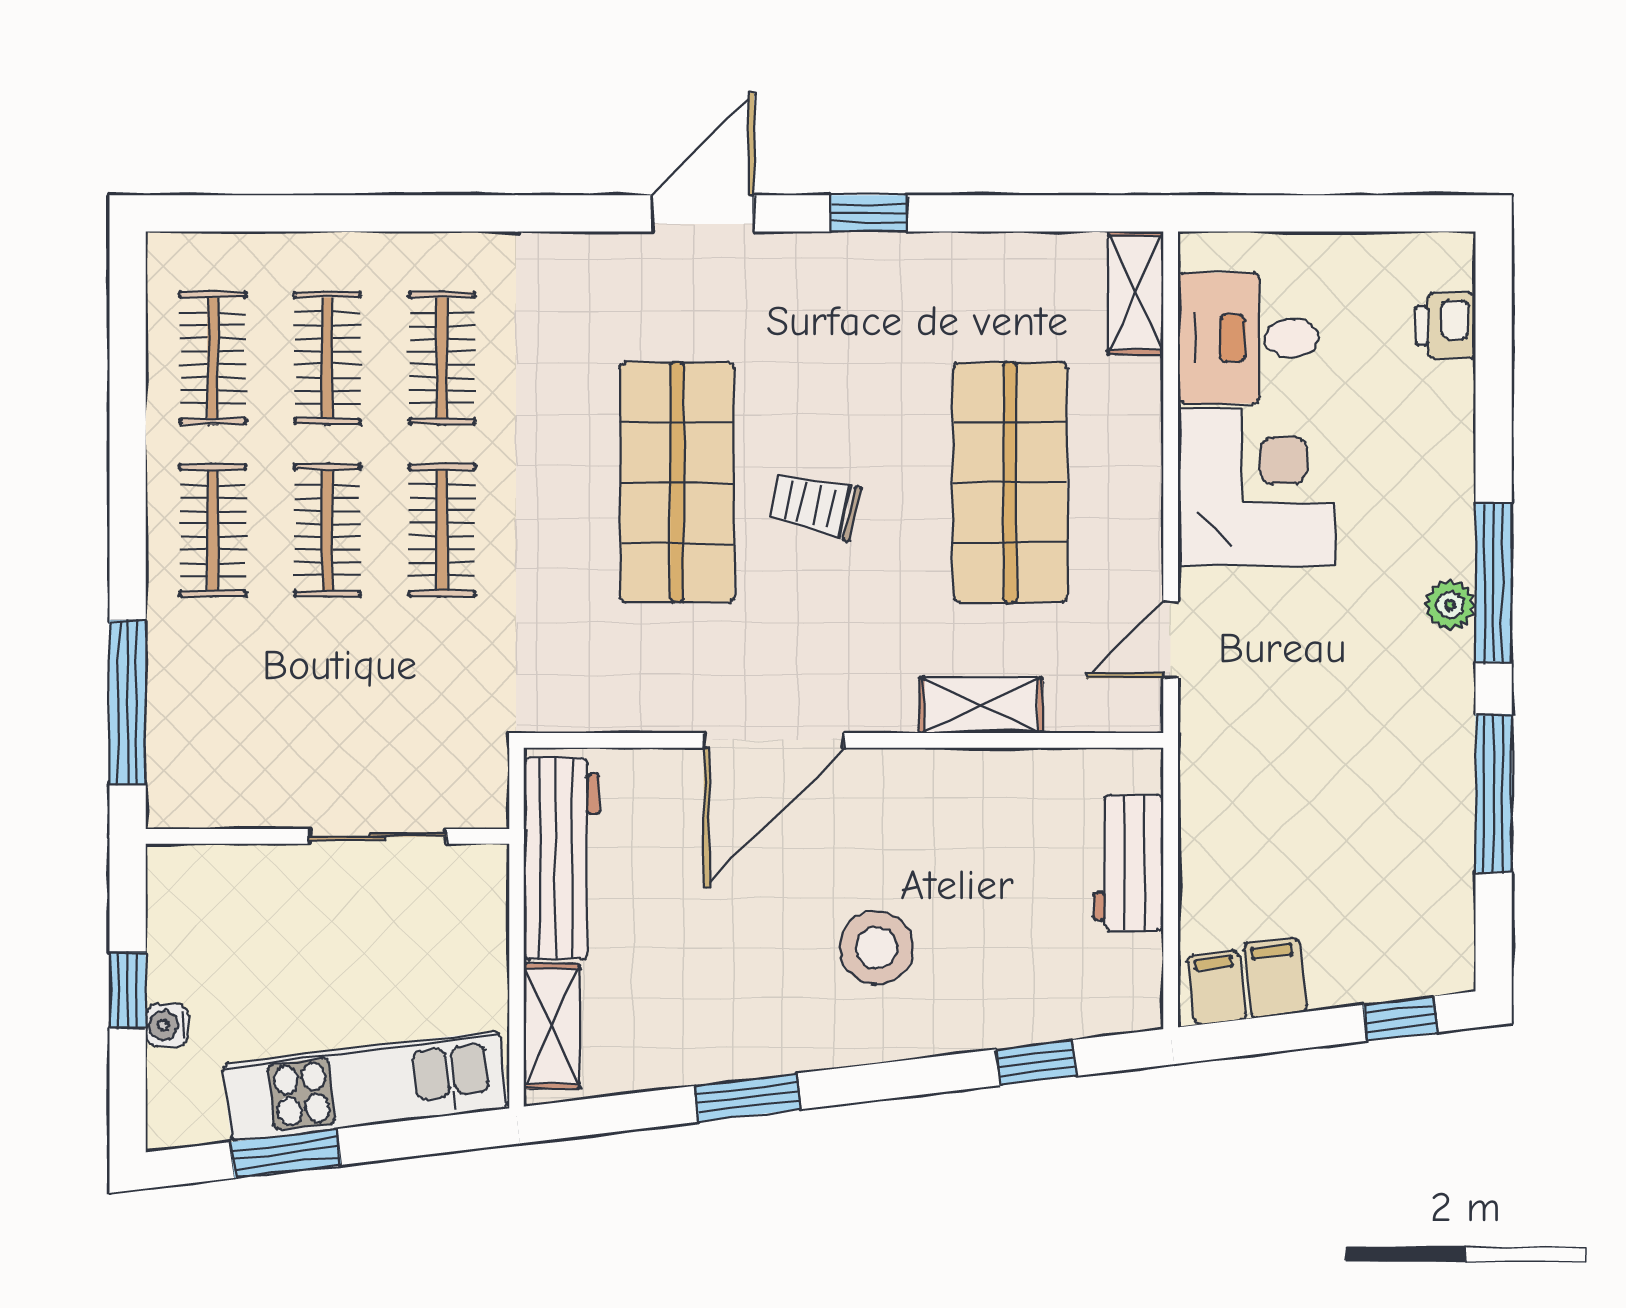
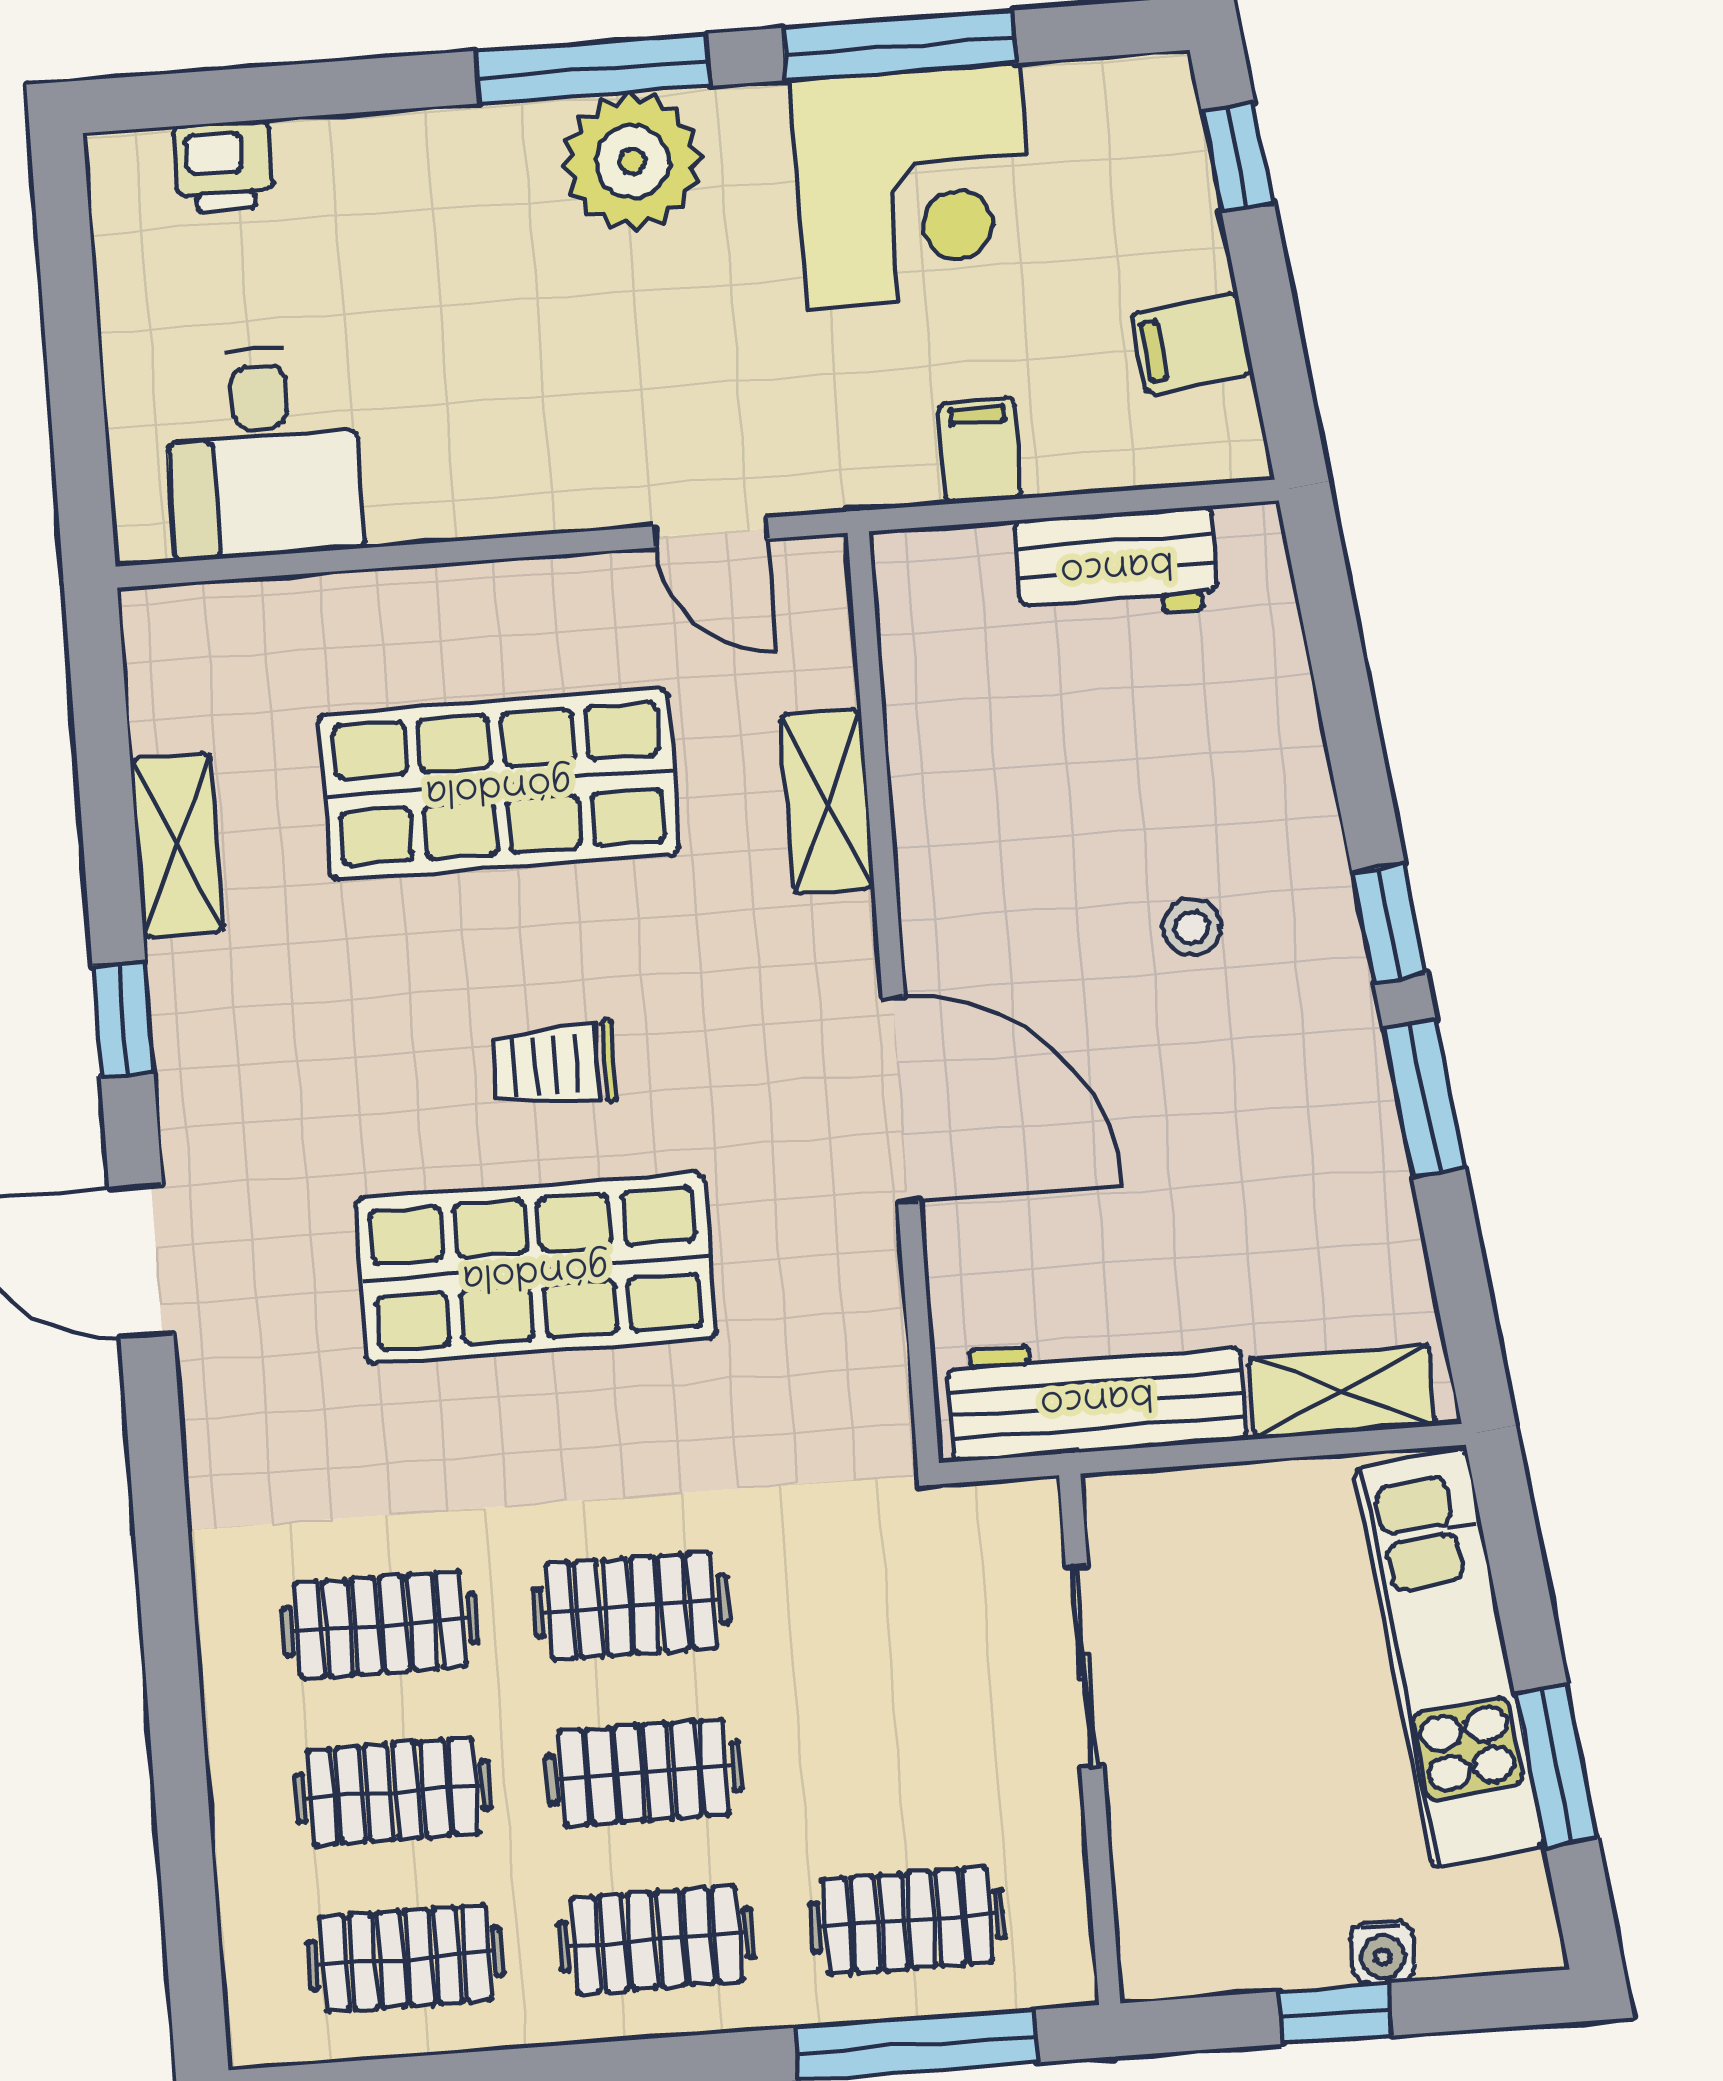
shelving: (1136, 293) -> (177, 845), moved, turned 90
corner desk: (1257, 487) -> (913, 186), moved, turned 180
trolley: (815, 505) -> (554, 1065), turned 77
plant: (1450, 605) -> (632, 162), width x1.88, depth x1.88
clothes rail: (213, 702) -> (907, 1921), added
workbench: (1128, 863) -> (1116, 564), moved
stool: (877, 948) -> (1192, 927), width x0.53, depth x0.53
filing cabinet: (1217, 988) -> (980, 451), moved, turned 97
window: (1036, 1063) -> (1389, 923), moved

